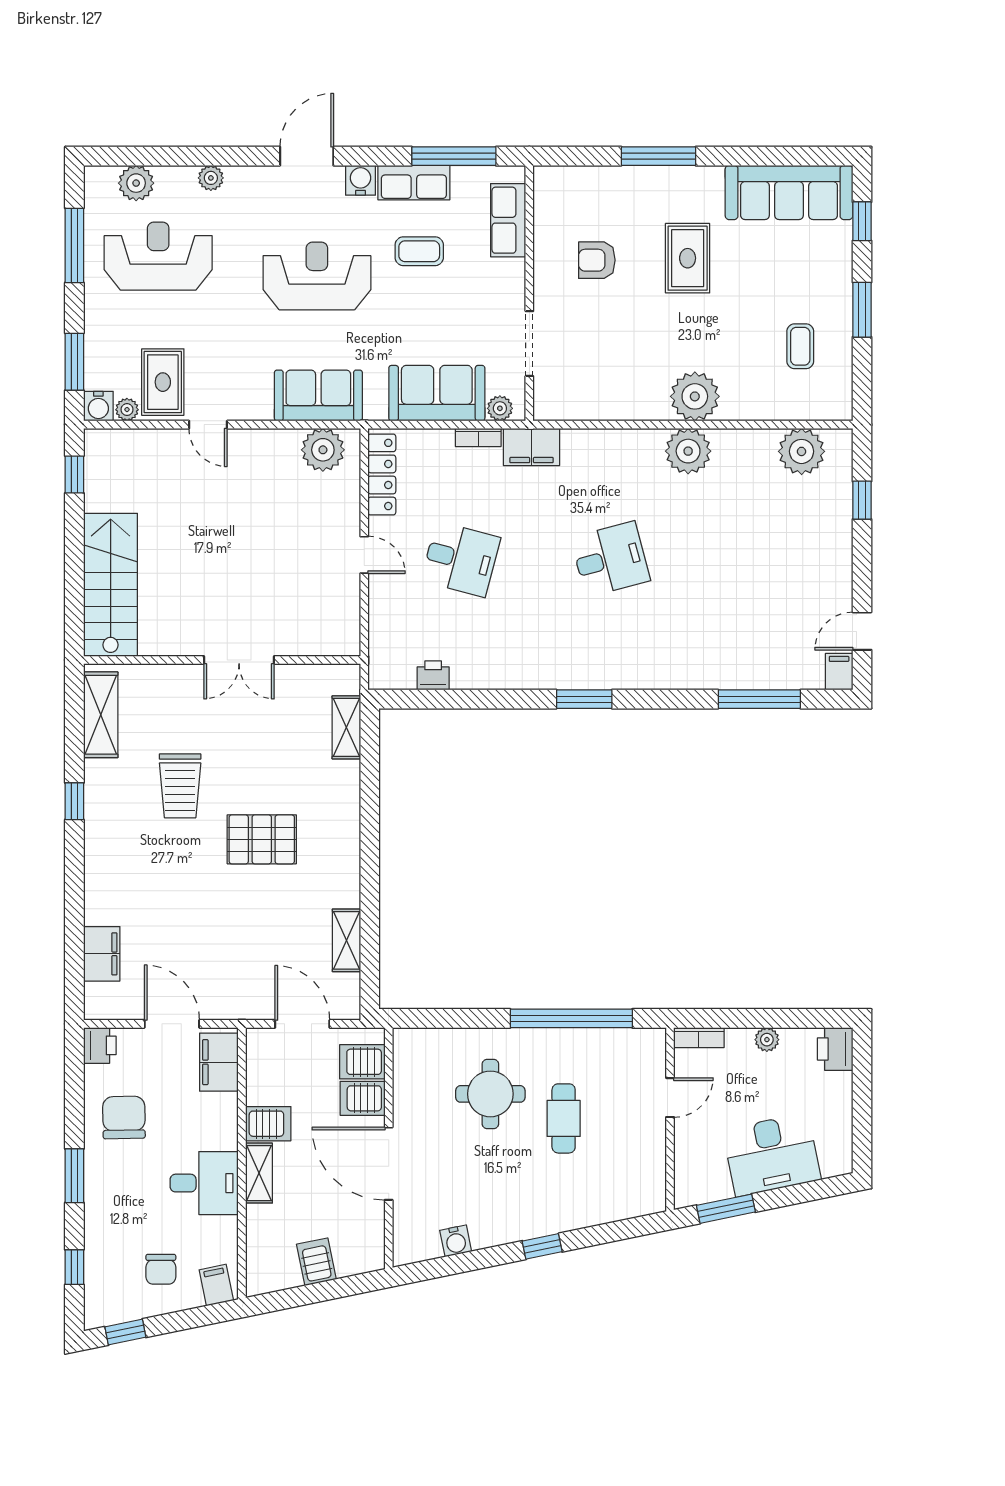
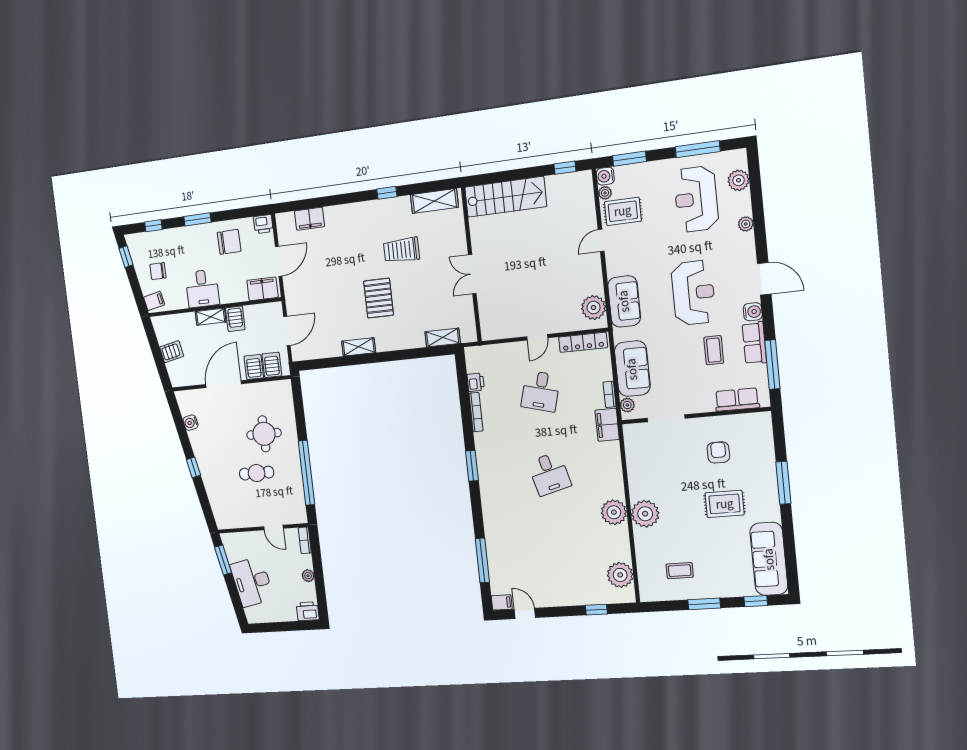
reception desk: (158, 256) -> (696, 199), turned 180
bookcase: (487, 681) -> (476, 412), added
shelving: (346, 940) -> (359, 347), moved

